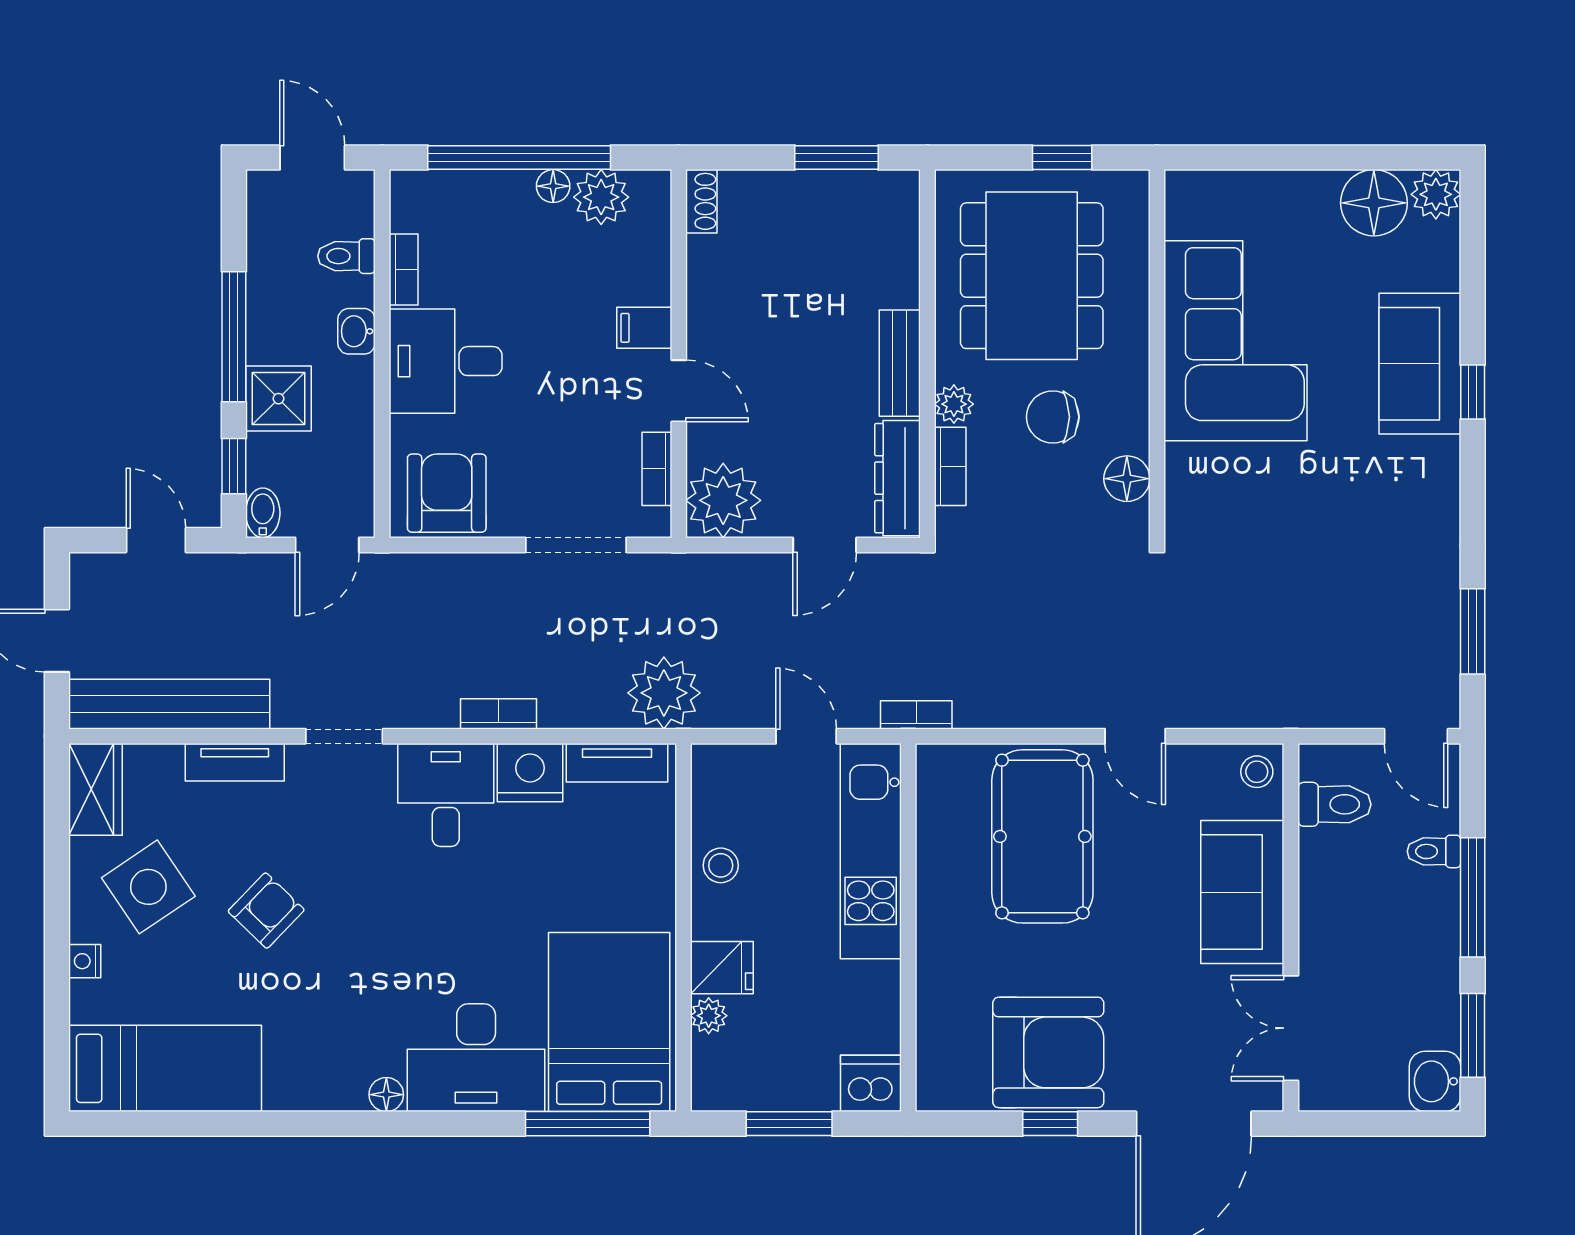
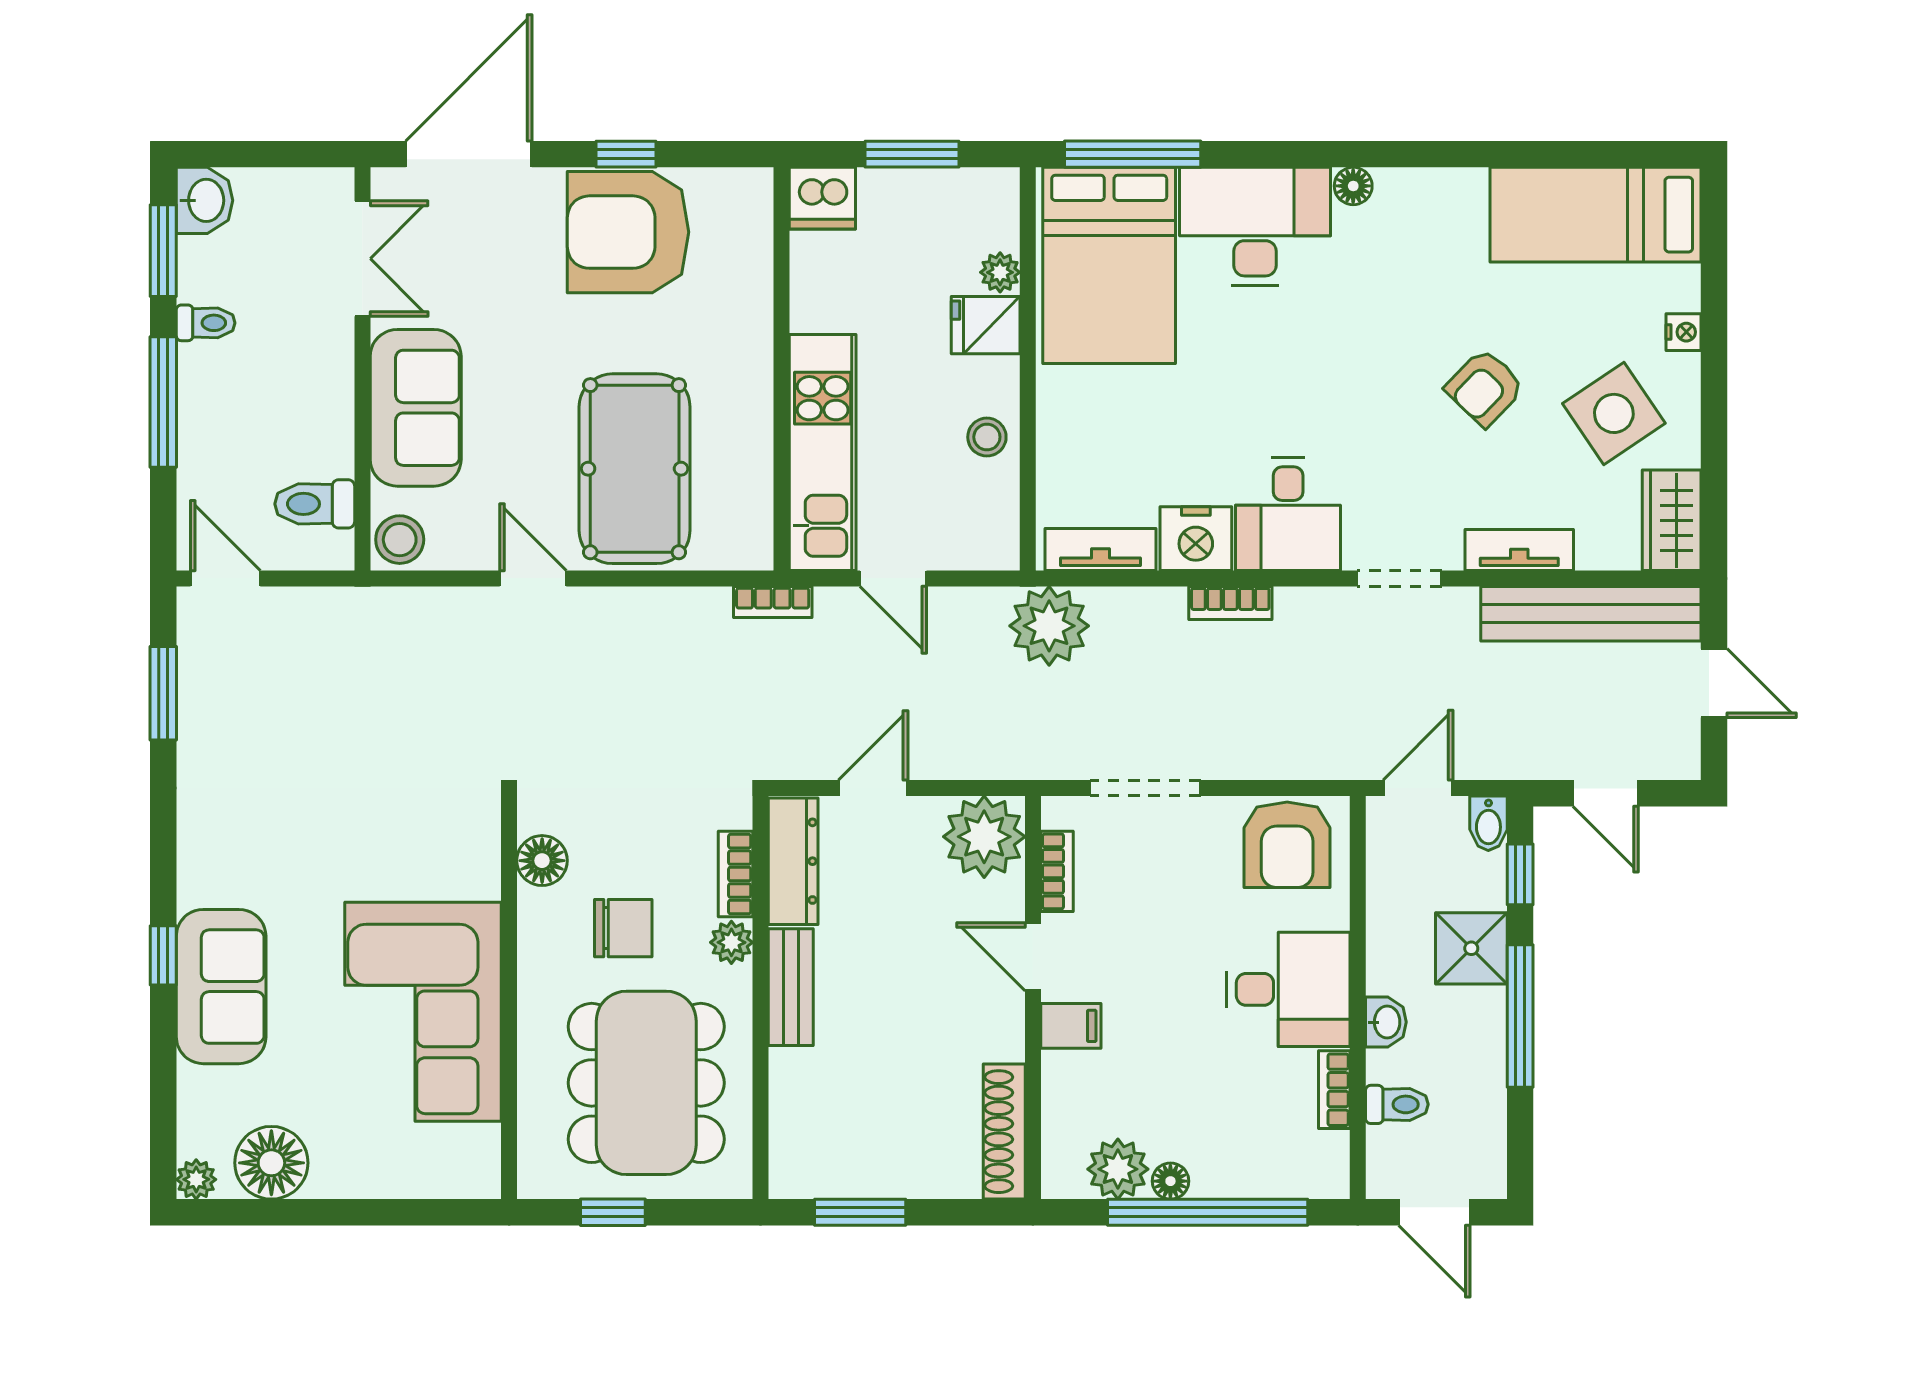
plant: (1436, 194) -> (196, 1179), width x0.73, depth x0.73
shoe rack: (701, 201) -> (1004, 1132), width x1.94, depth x1.24
stool: (1257, 772) -> (400, 540), width x1.37, depth x1.37
toilet: (1434, 851) -> (206, 323), moved

